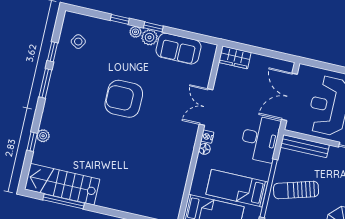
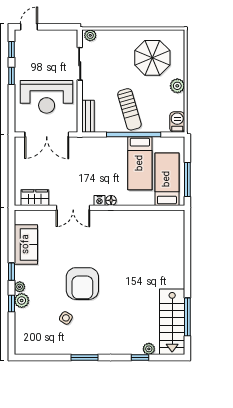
plant: (150, 37) -> (22, 300), moved
side table: (78, 42) -> (66, 318), moved
window: (53, 52) -> (55, 358), removed
wardrobe: (235, 57) -> (35, 198), moved, turned -90
plant: (43, 136) -> (149, 349), moved
desk: (260, 139) -> (90, 152), removed
bench: (305, 146) -> (88, 116), width x0.73

